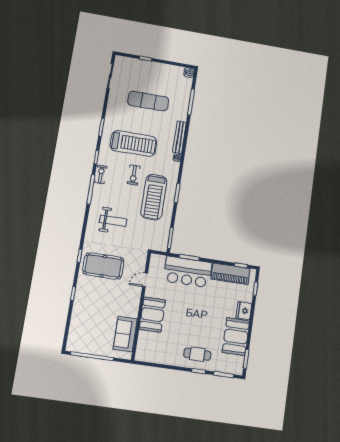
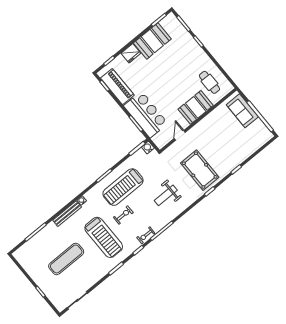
water cooler: (189, 73) -> (148, 148), moved
exercise mat: (148, 101) -> (66, 259), turned 90
treadmill: (134, 144) -> (104, 237), turned 180
treadmill: (154, 197) -> (123, 187), turned 180
weight bench: (113, 221) -> (166, 195), turned -90
door: (145, 280) -> (180, 135), swing flipped
sofa: (125, 334) -> (242, 111), moved, turned 90
cafe table: (197, 354) -> (209, 82), moved

